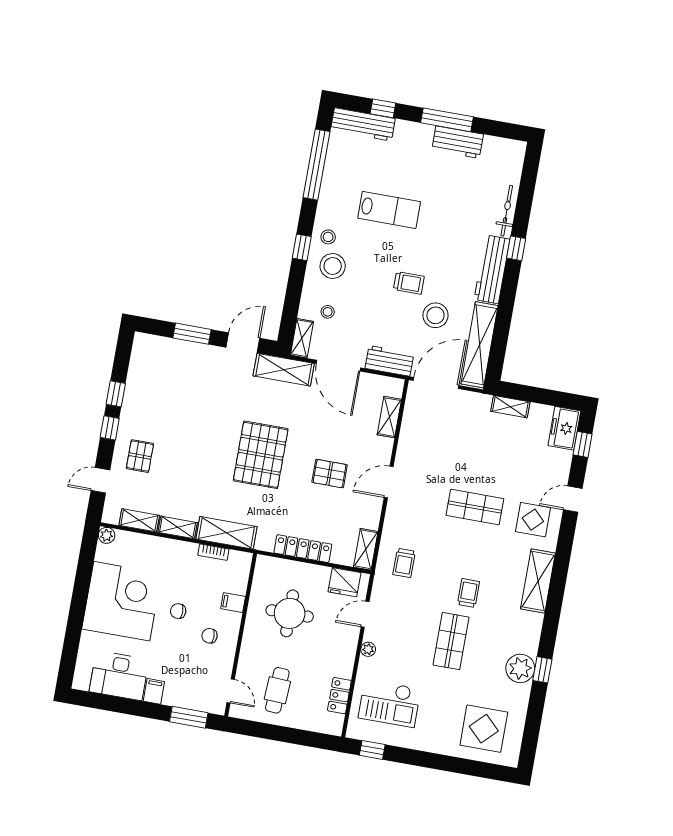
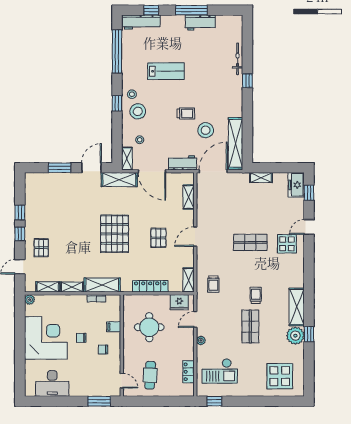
workbench: (492, 269) -> (235, 96), removed
pallet: (330, 474) -> (158, 238), turned 90
shelving: (538, 581) -> (297, 307), moved
filing cabinet: (154, 691) -> (75, 389), removed

